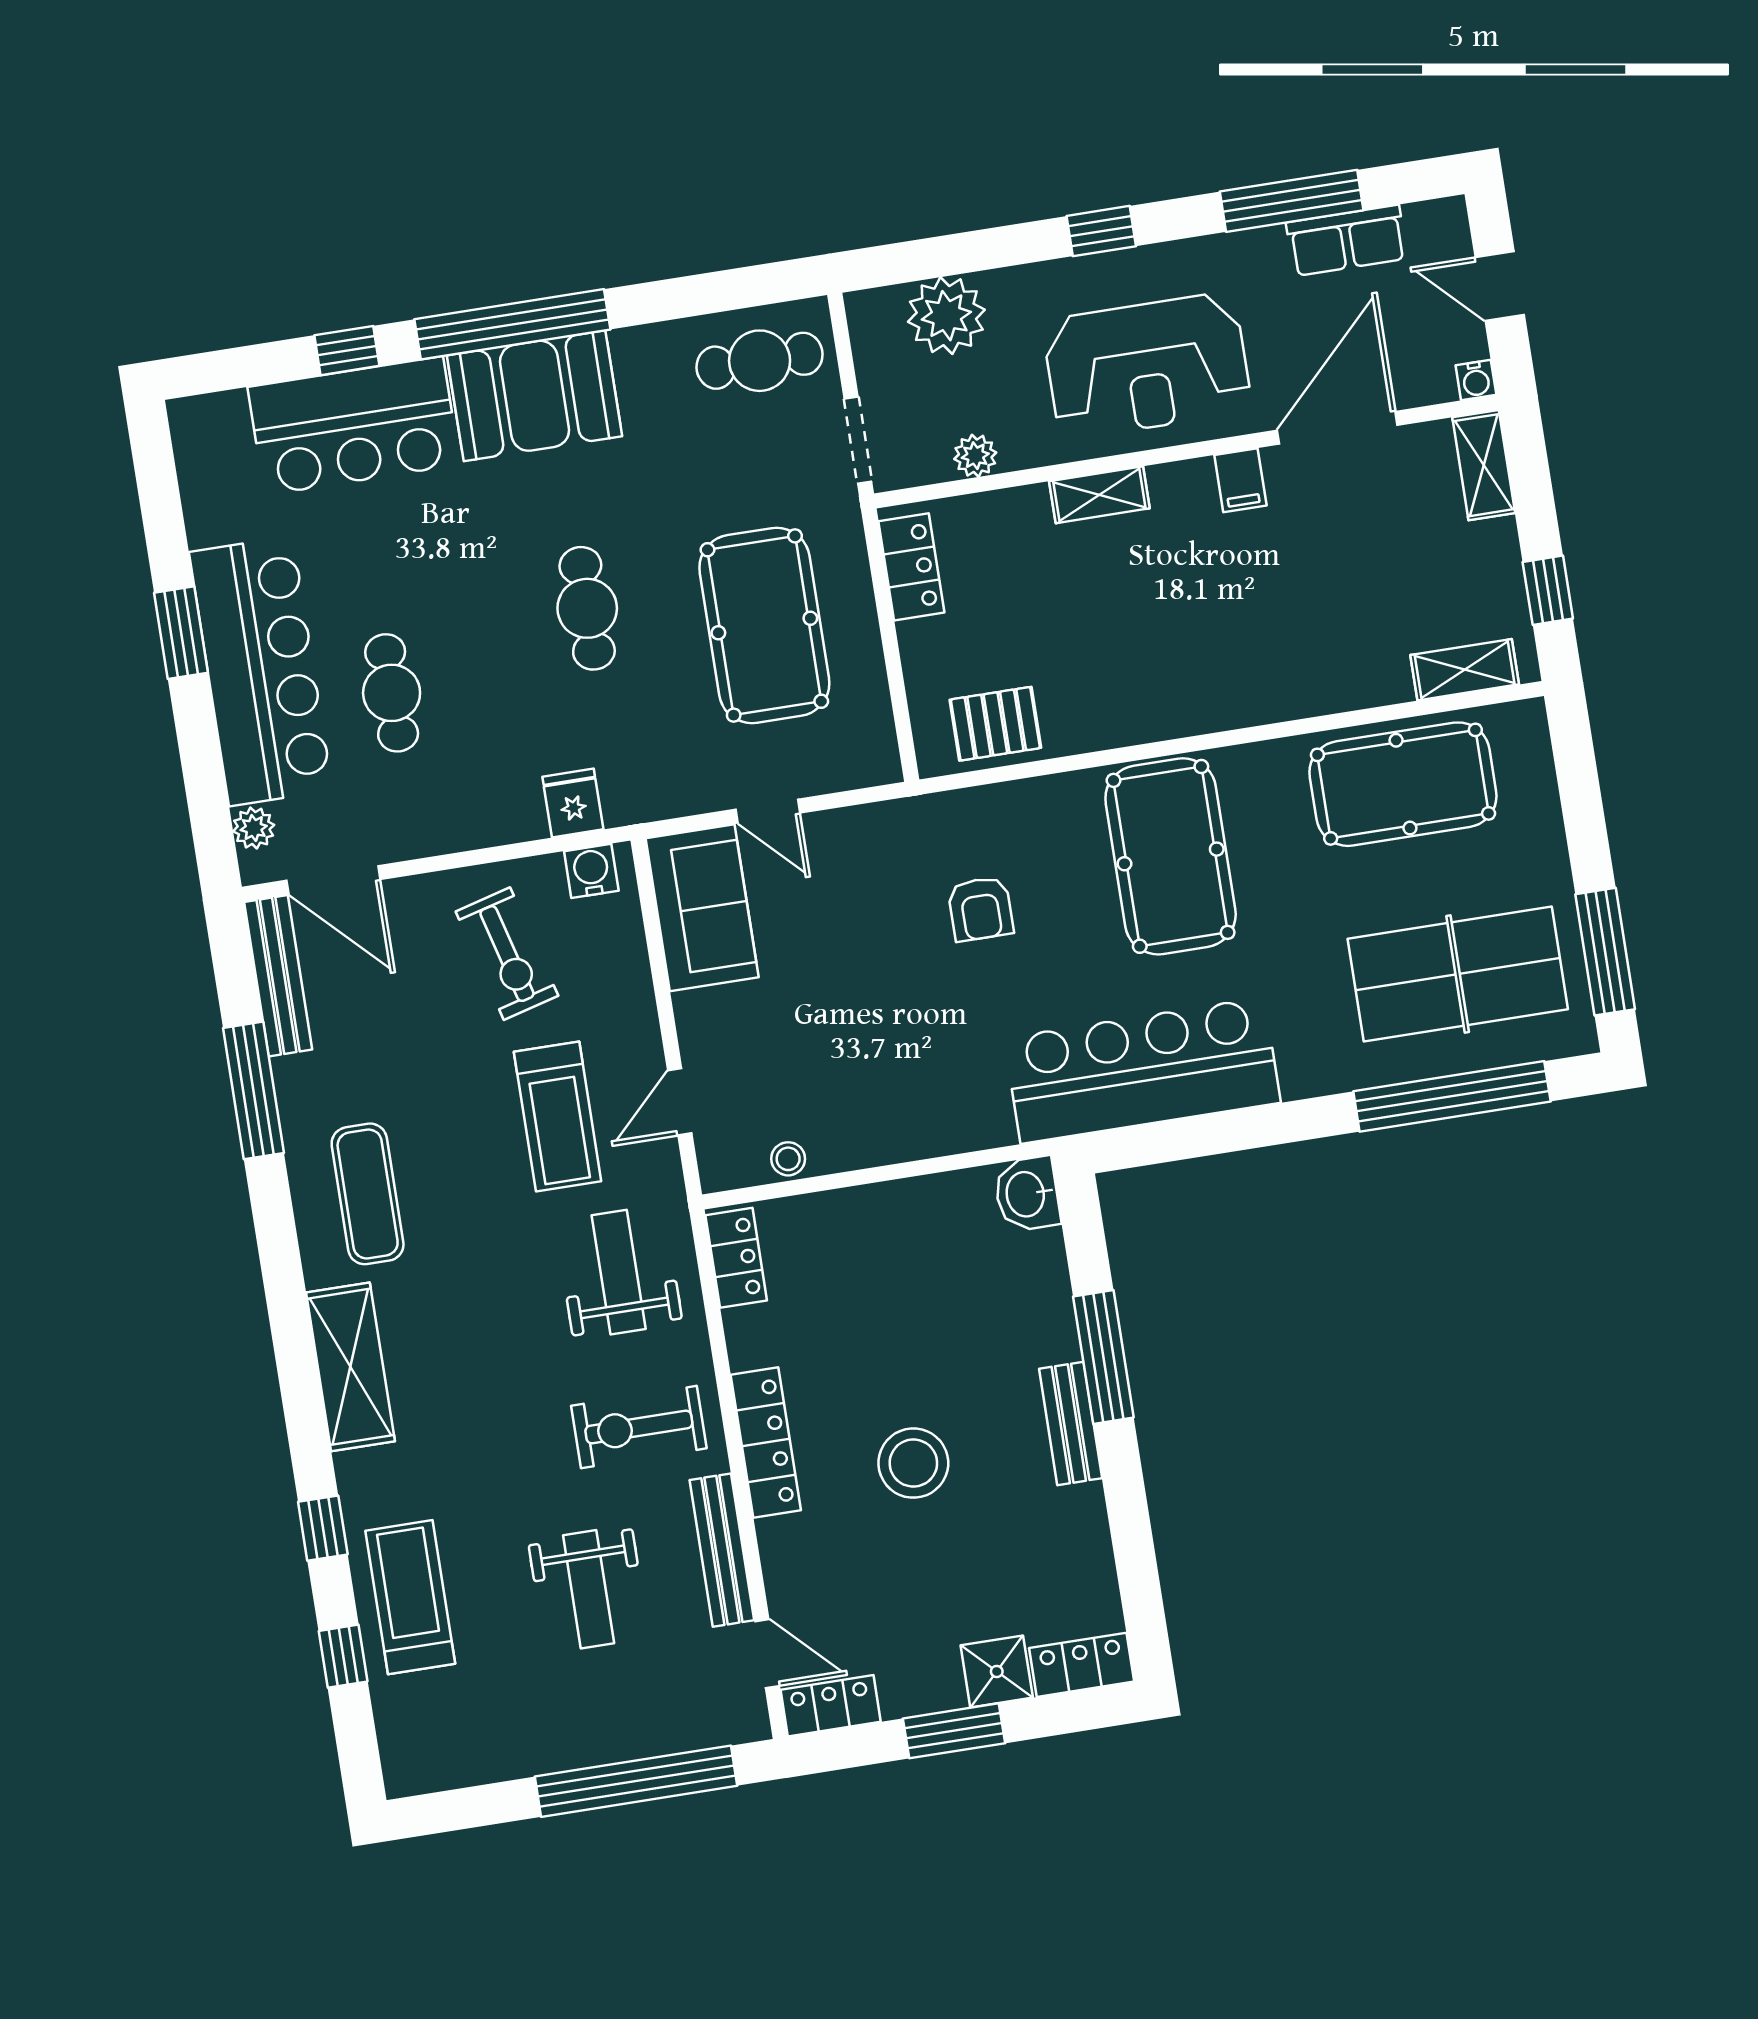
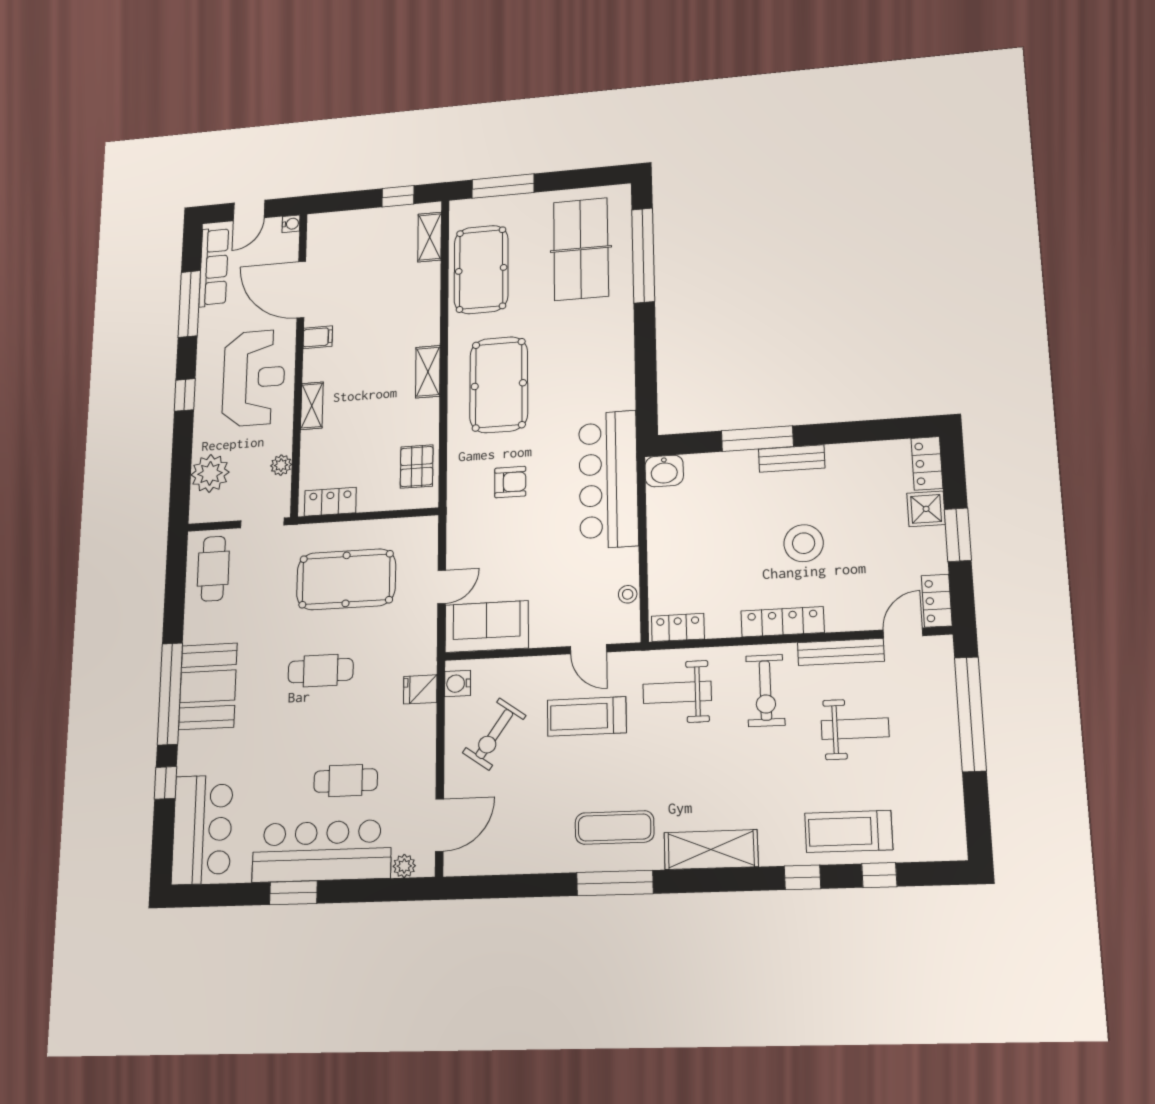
row of seats: (1347, 241) -> (214, 267), width x1.48
bar counter: (354, 426) -> (202, 829), moved
shelving: (1484, 465) -> (428, 372), moved, turned 90
pool table: (1171, 856) -> (499, 385), turned 90
window: (1605, 952) -> (503, 186), moved
exercise bike: (507, 954) -> (494, 734), turned 140
bench: (278, 976) -> (486, 863), removed
bar counter: (1142, 1070) -> (608, 479), moved
window: (253, 1090) -> (615, 883), moved
treadmill: (558, 1117) -> (587, 716), turned 180

